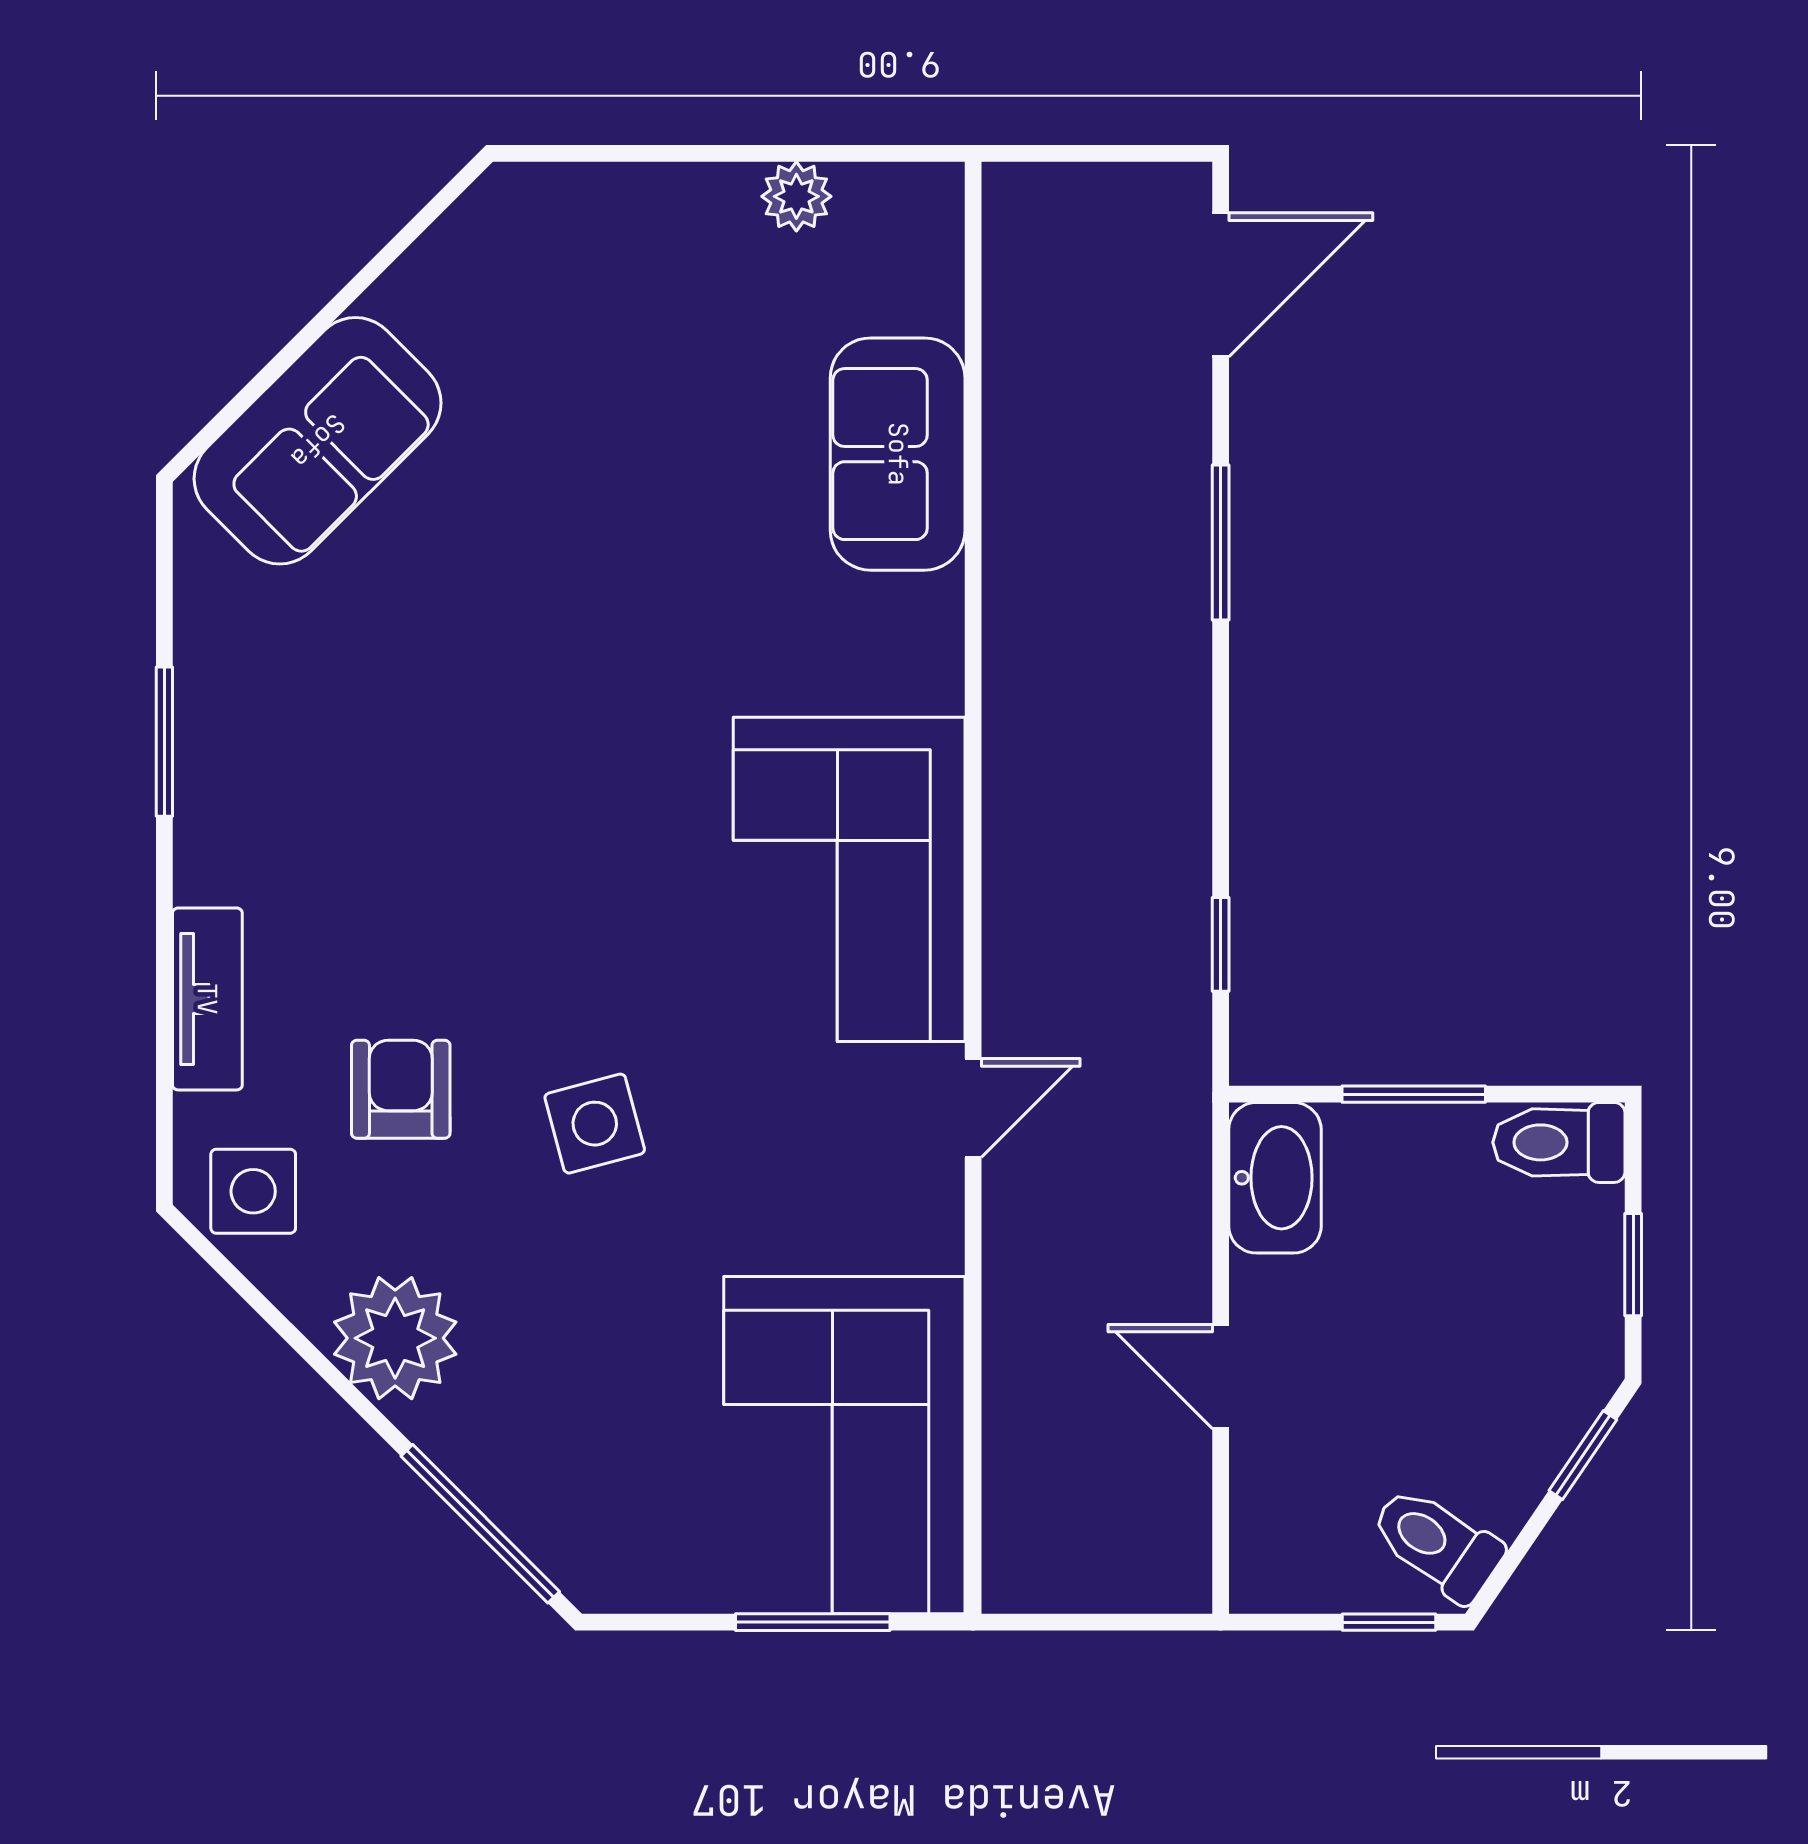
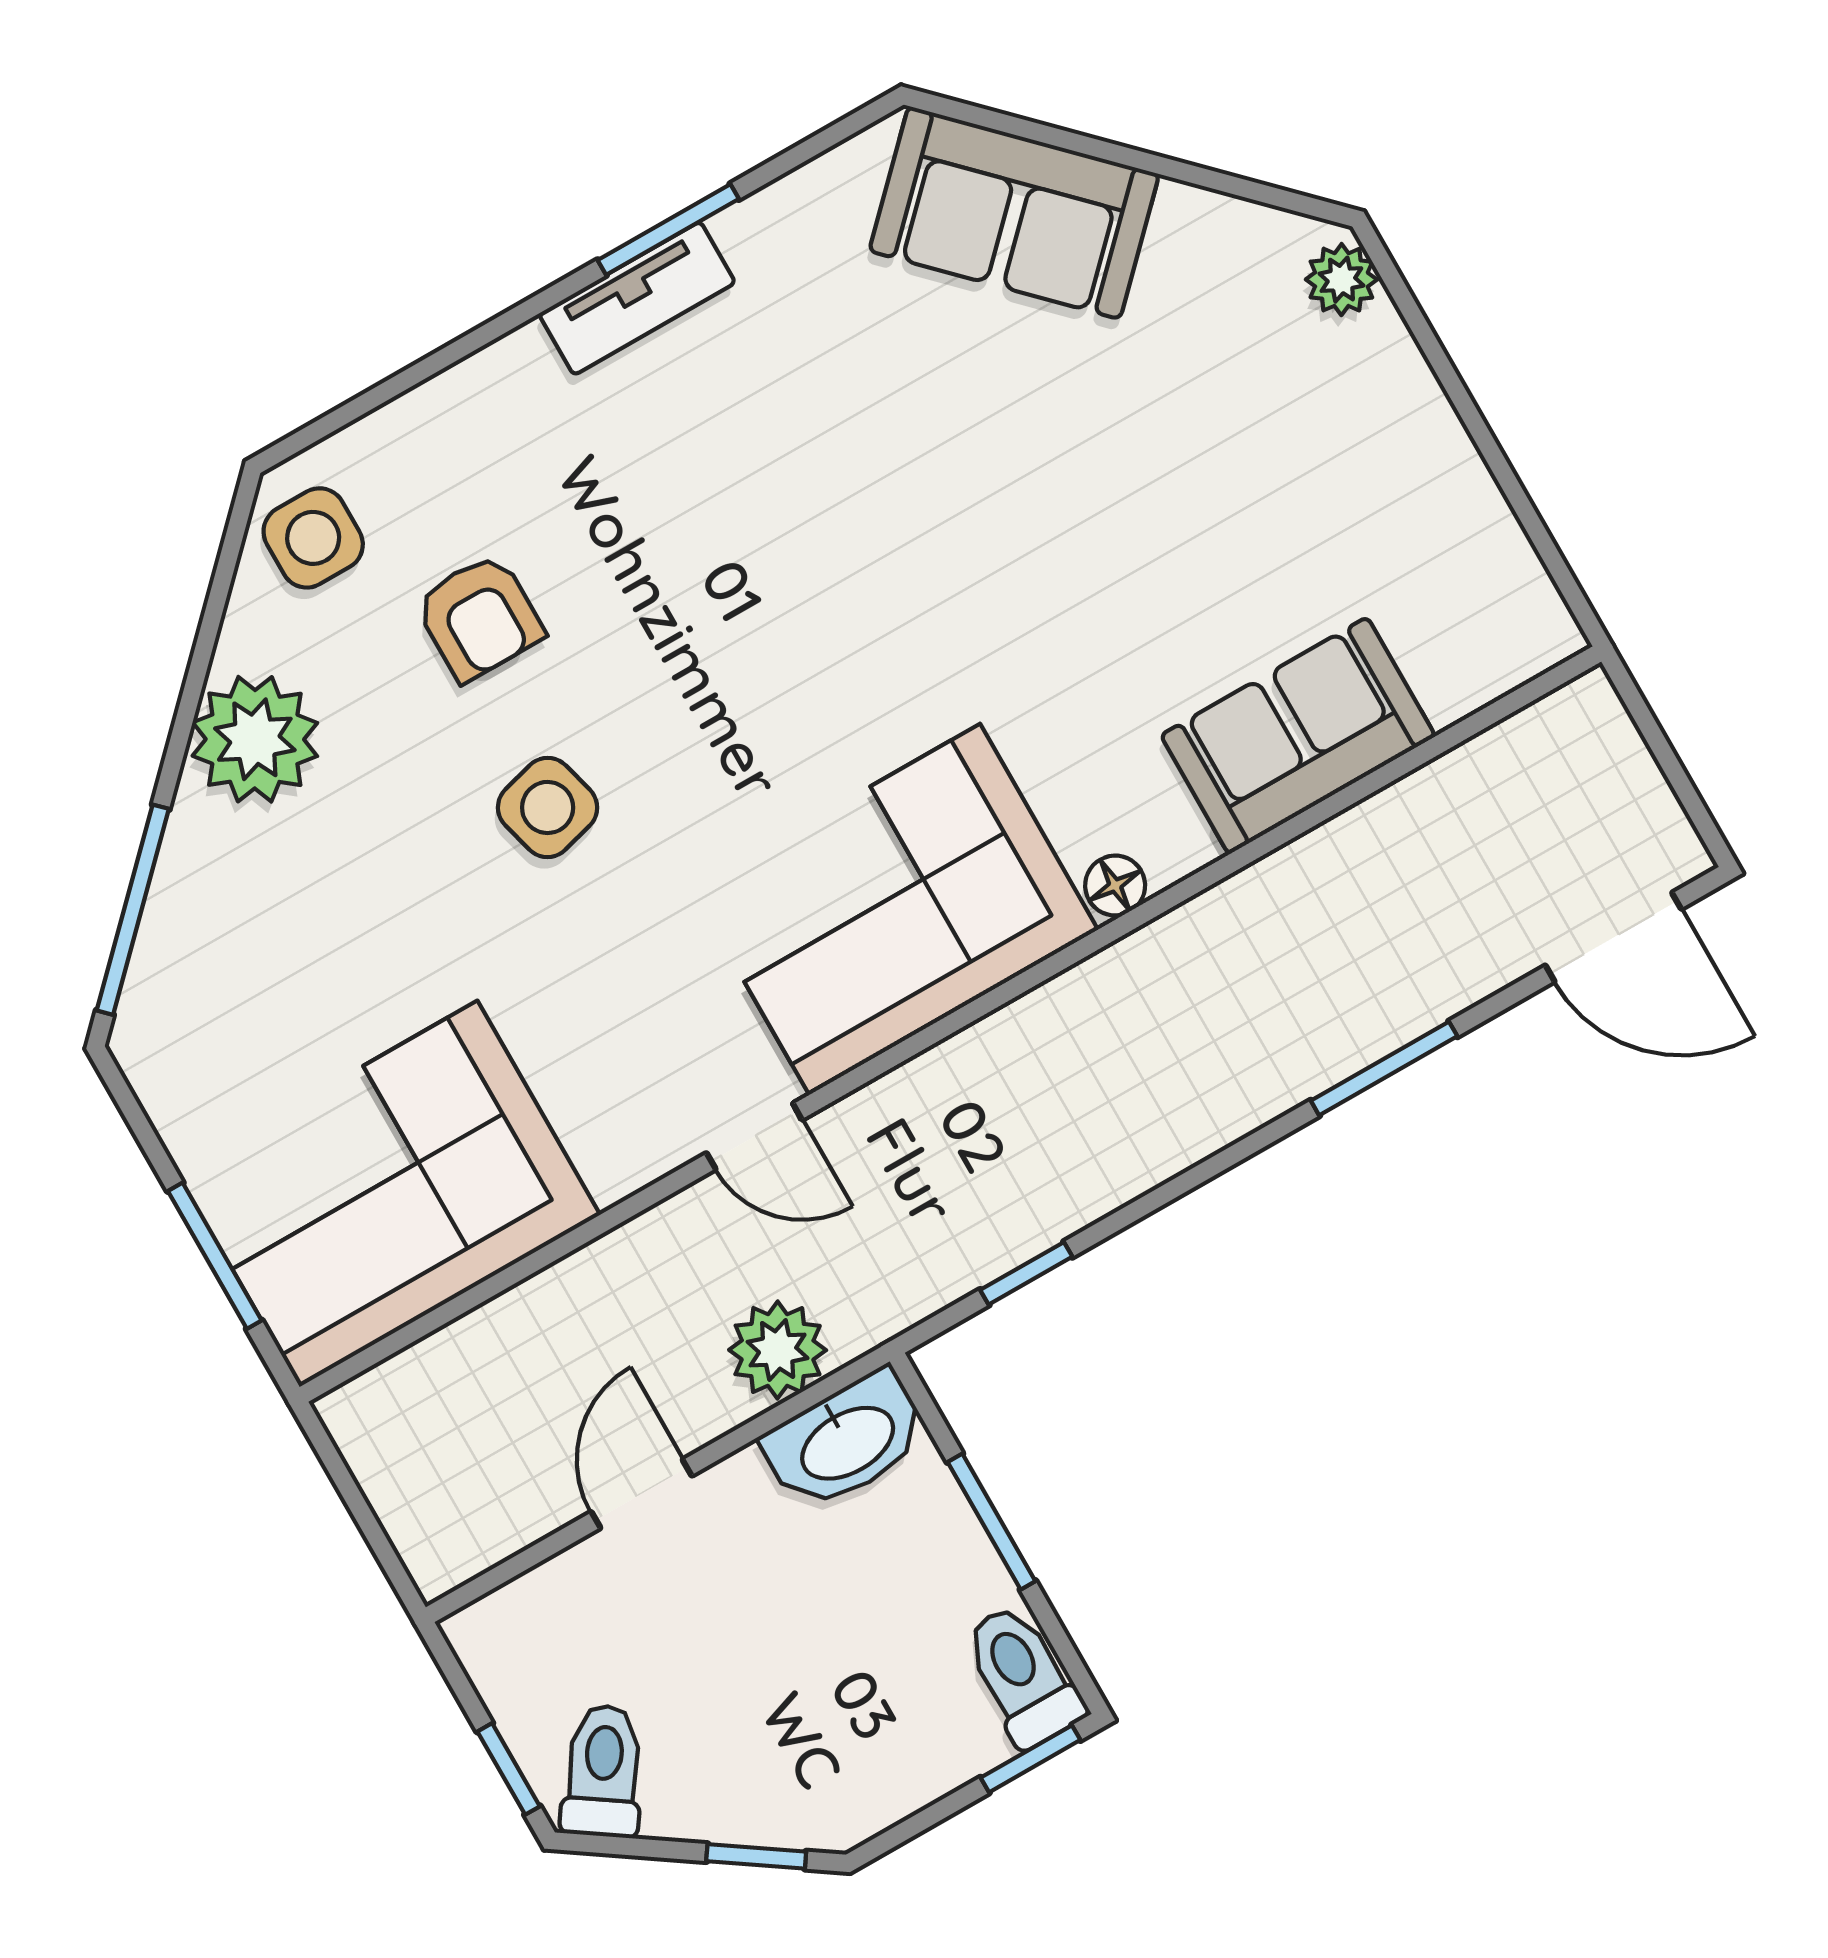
plant: (796, 196) -> (1341, 280), moved
floor lamp: (936, 681) -> (1115, 886), added
tv unit: (207, 999) -> (637, 298), moved
armchair: (401, 1089) -> (479, 617), turned 90
plant: (1165, 1192) -> (778, 1350), added
window: (1633, 1265) -> (1030, 1759), moved

